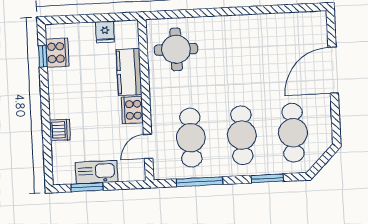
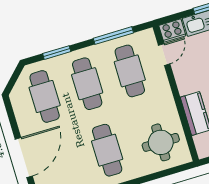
cafe table: (238, 55) -> (107, 150), added
cooker: (132, 110) -> (172, 31), moved, turned 90

